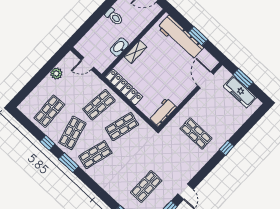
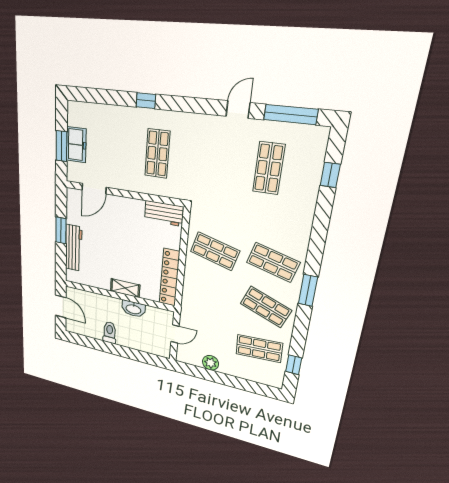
workbench: (180, 38) -> (74, 248), width x0.73, depth x0.76
door: (87, 64) -> (175, 334), hinge flipped
freezer: (240, 92) -> (76, 145), width x0.71
shop shelf: (99, 105) -> (210, 295), removed
shop shelf: (72, 133) -> (266, 307), turned 36
window: (47, 143) -> (294, 365), moved
shop shelf: (146, 186) -> (269, 168), turned 90

